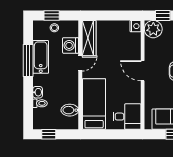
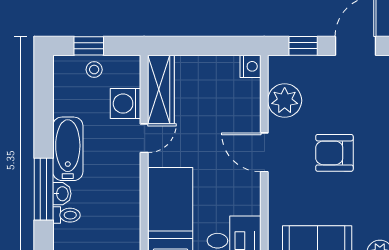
plant: (153, 29) -> (285, 101), moved
bathtub: (41, 57) -> (68, 149), moved
window: (28, 60) -> (44, 189), moved
bidet: (70, 110) -> (124, 228), removed

